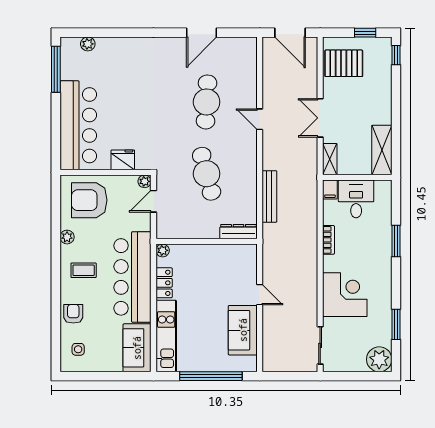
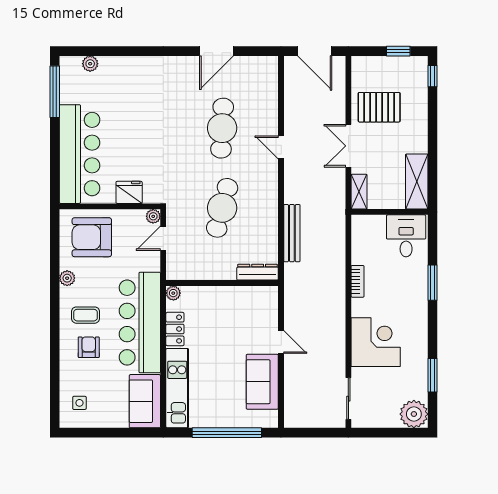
pallet: (344, 63) -> (379, 107), moved
cafe table: (207, 174) -> (222, 208), turned 30
filing cabinet: (330, 190) -> (359, 225), removed
desk: (356, 199) -> (406, 236), moved
armchair: (73, 314) -> (89, 347), moved

